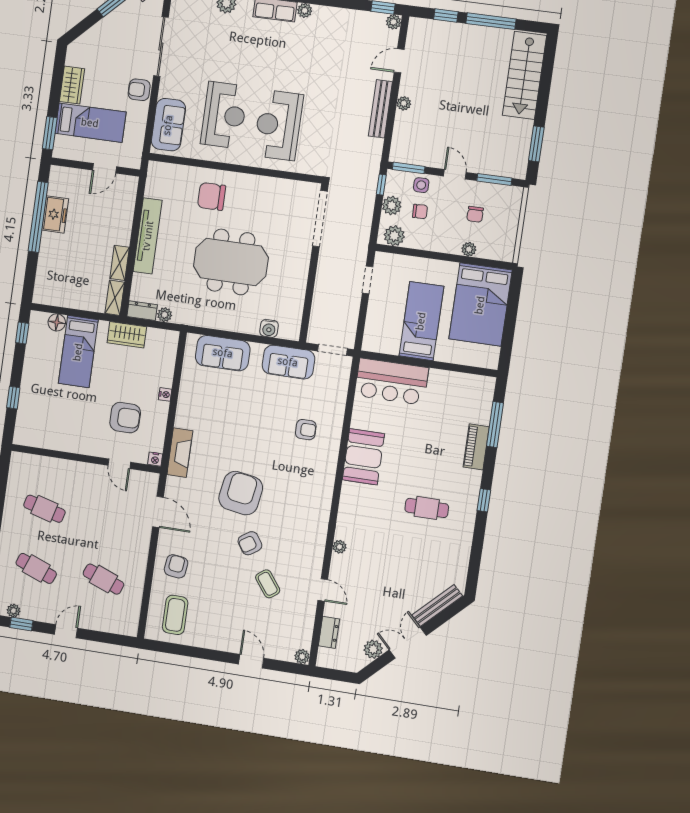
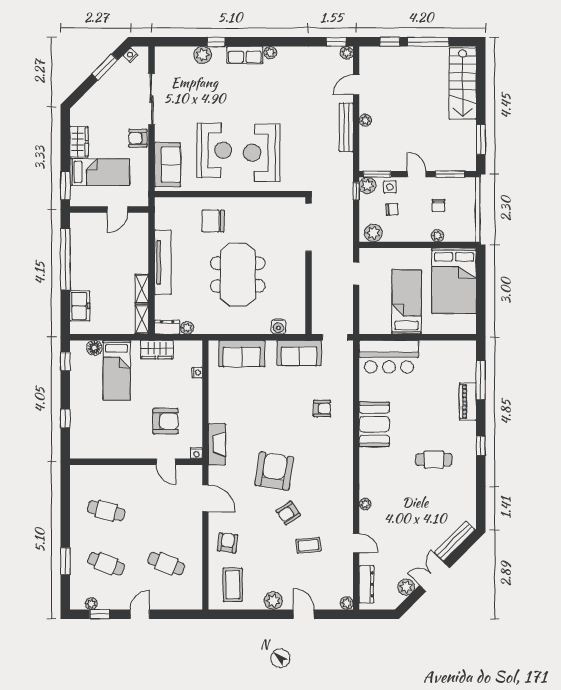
plant: (392, 205) -> (367, 185), moved
freezer: (55, 214) -> (80, 306), moved
meeting table: (231, 262) -> (238, 275), turned 90
nightstand: (165, 394) -> (197, 373), moved
coffee table: (268, 584) -> (308, 545), turned -58
dresser: (329, 632) -> (367, 584), width x1.44
plant: (219, 640) -> (273, 601), added

